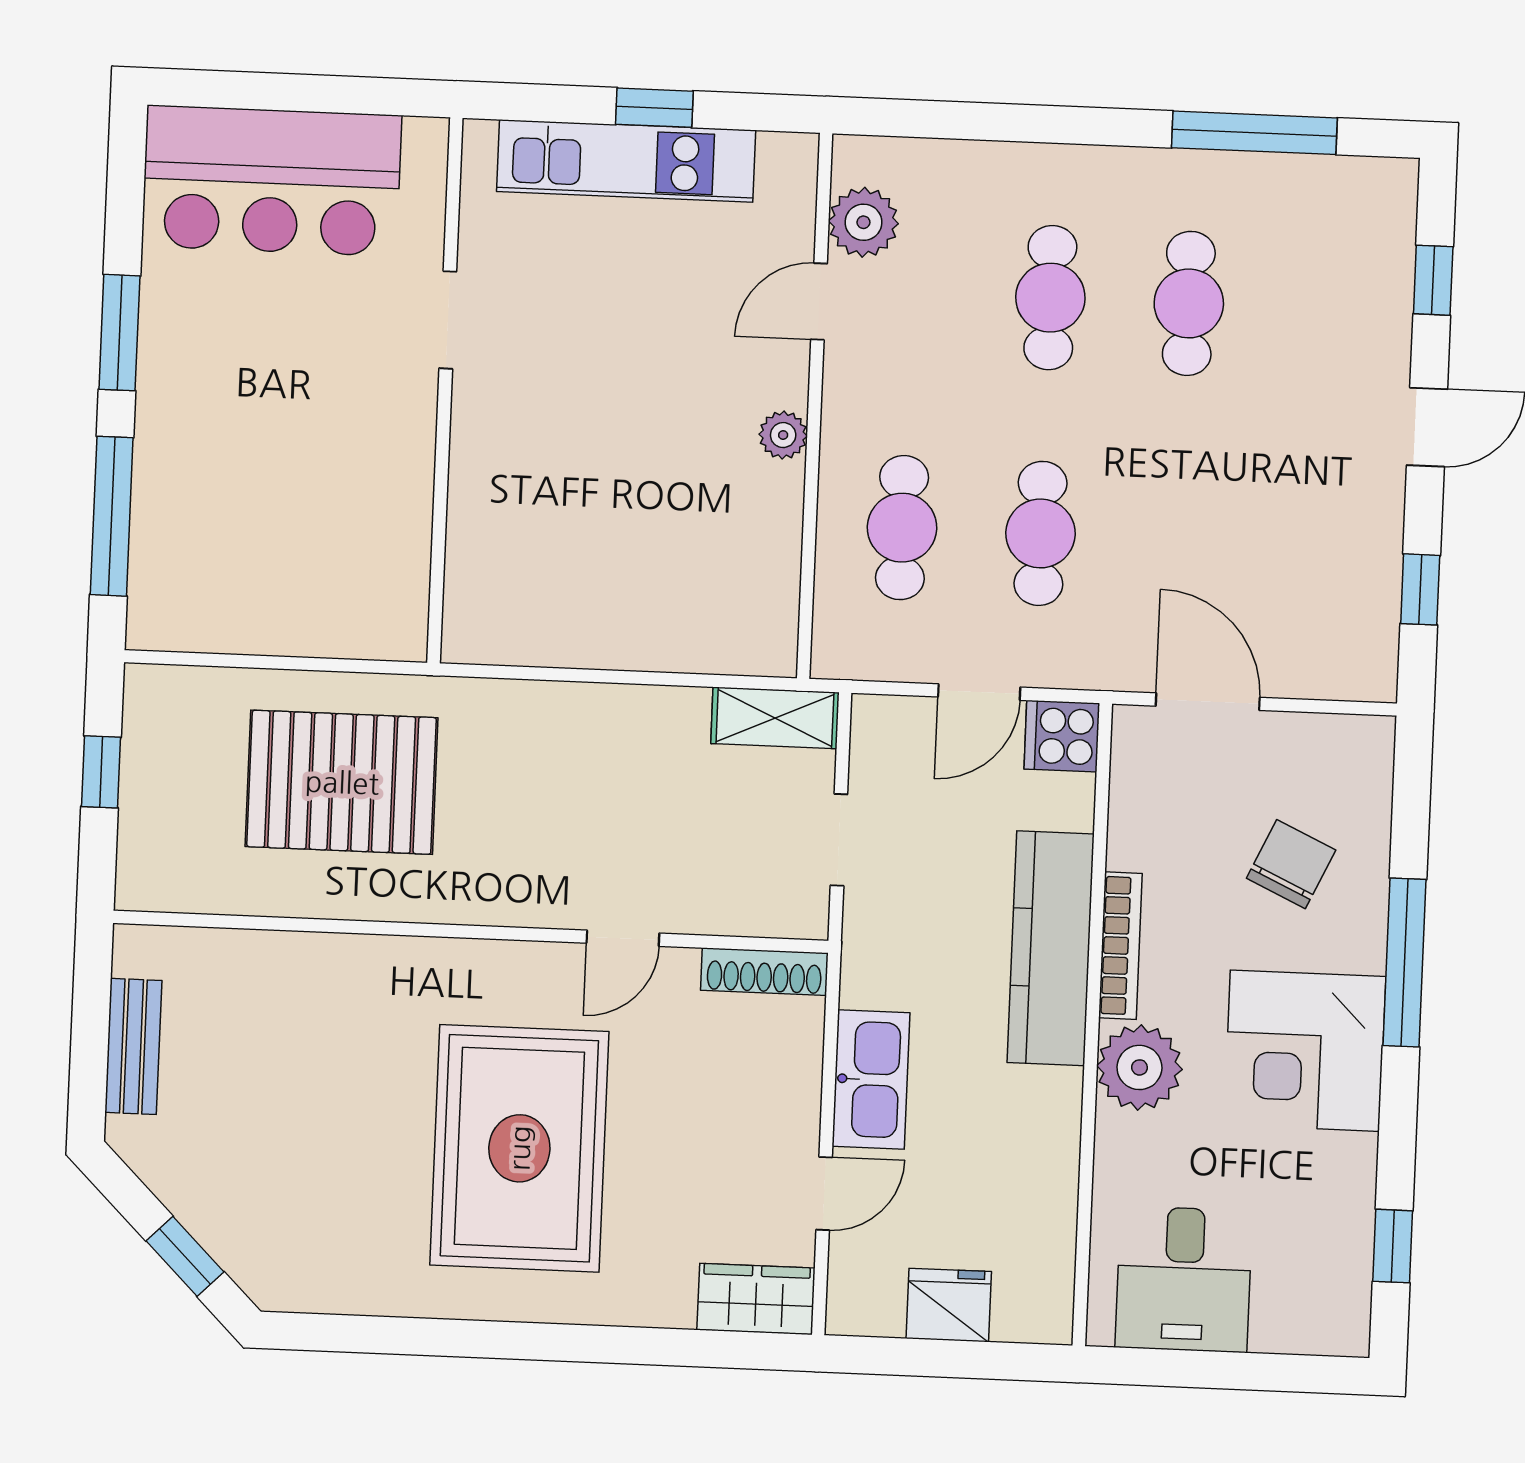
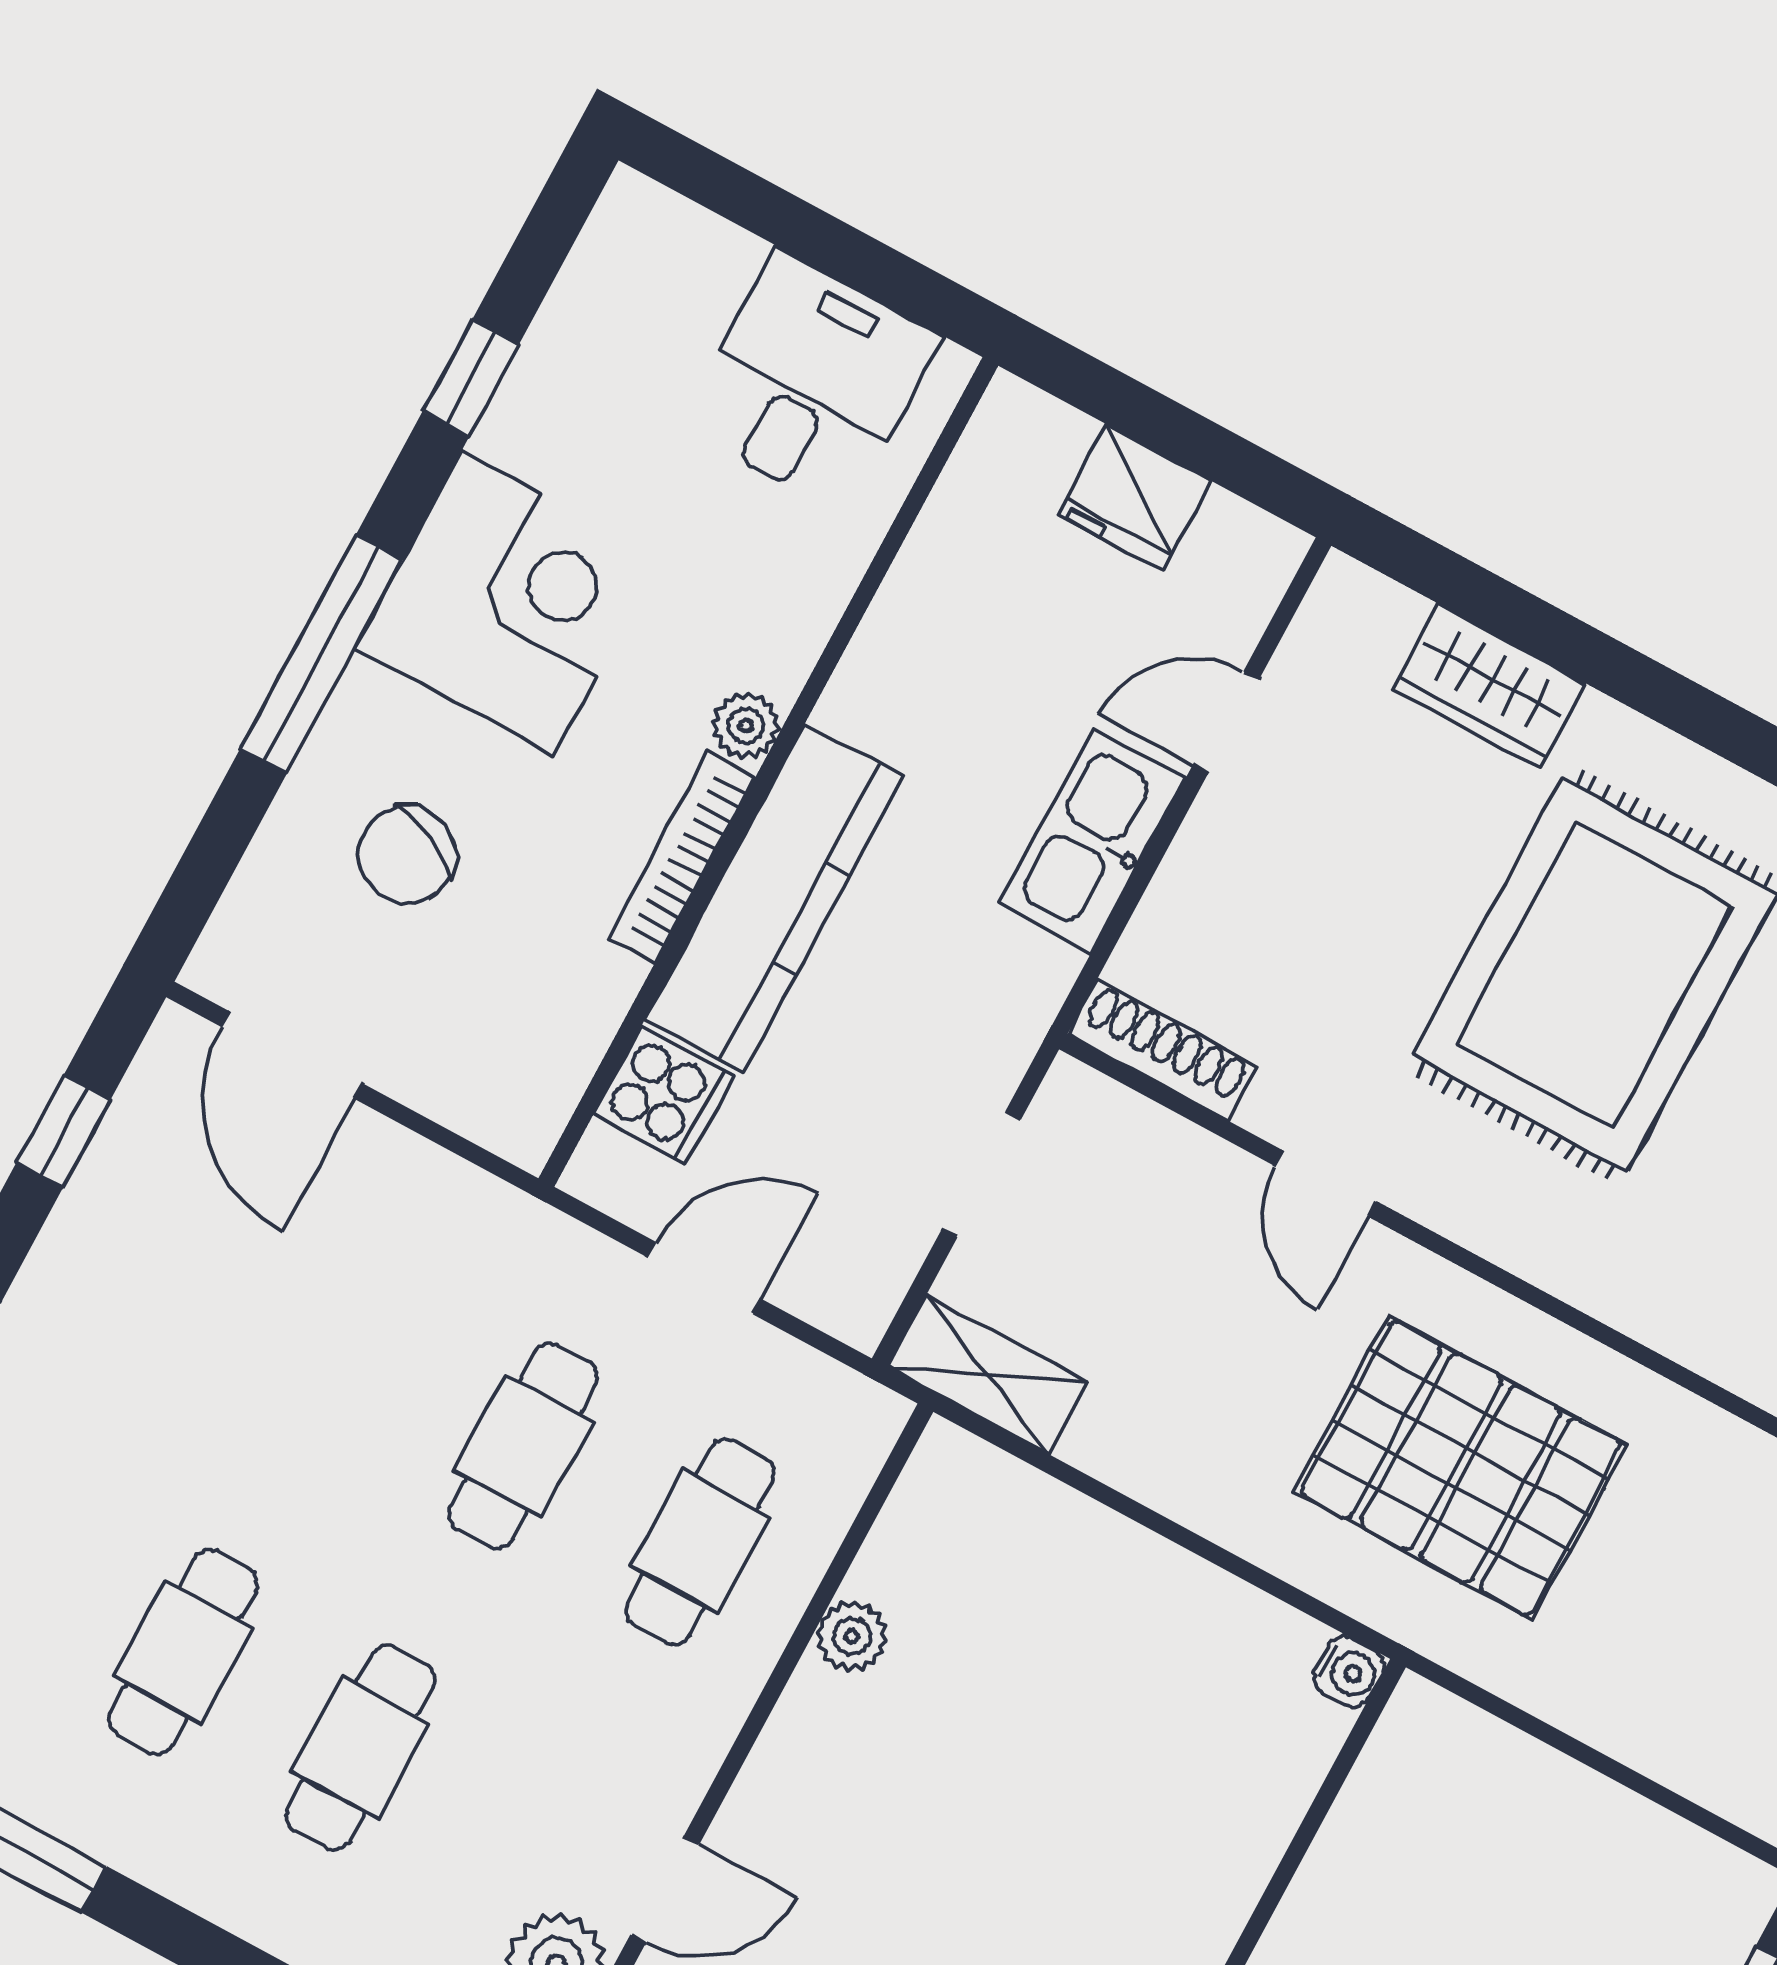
plant: (783, 435) -> (852, 1636), moved
water cooler: (462, 643) -> (1349, 1671), added
door: (1208, 702) -> (292, 1055), moved
cooker: (1062, 736) -> (664, 1095), moved
pallet: (342, 782) -> (1461, 1468), moved
door: (623, 938) -> (1326, 1184), swing flipped
plant: (1139, 1067) -> (746, 726), width x0.53, depth x0.53
window: (1393, 1246) -> (471, 378), moved
wardrobe: (756, 1299) -> (1489, 686), moved

